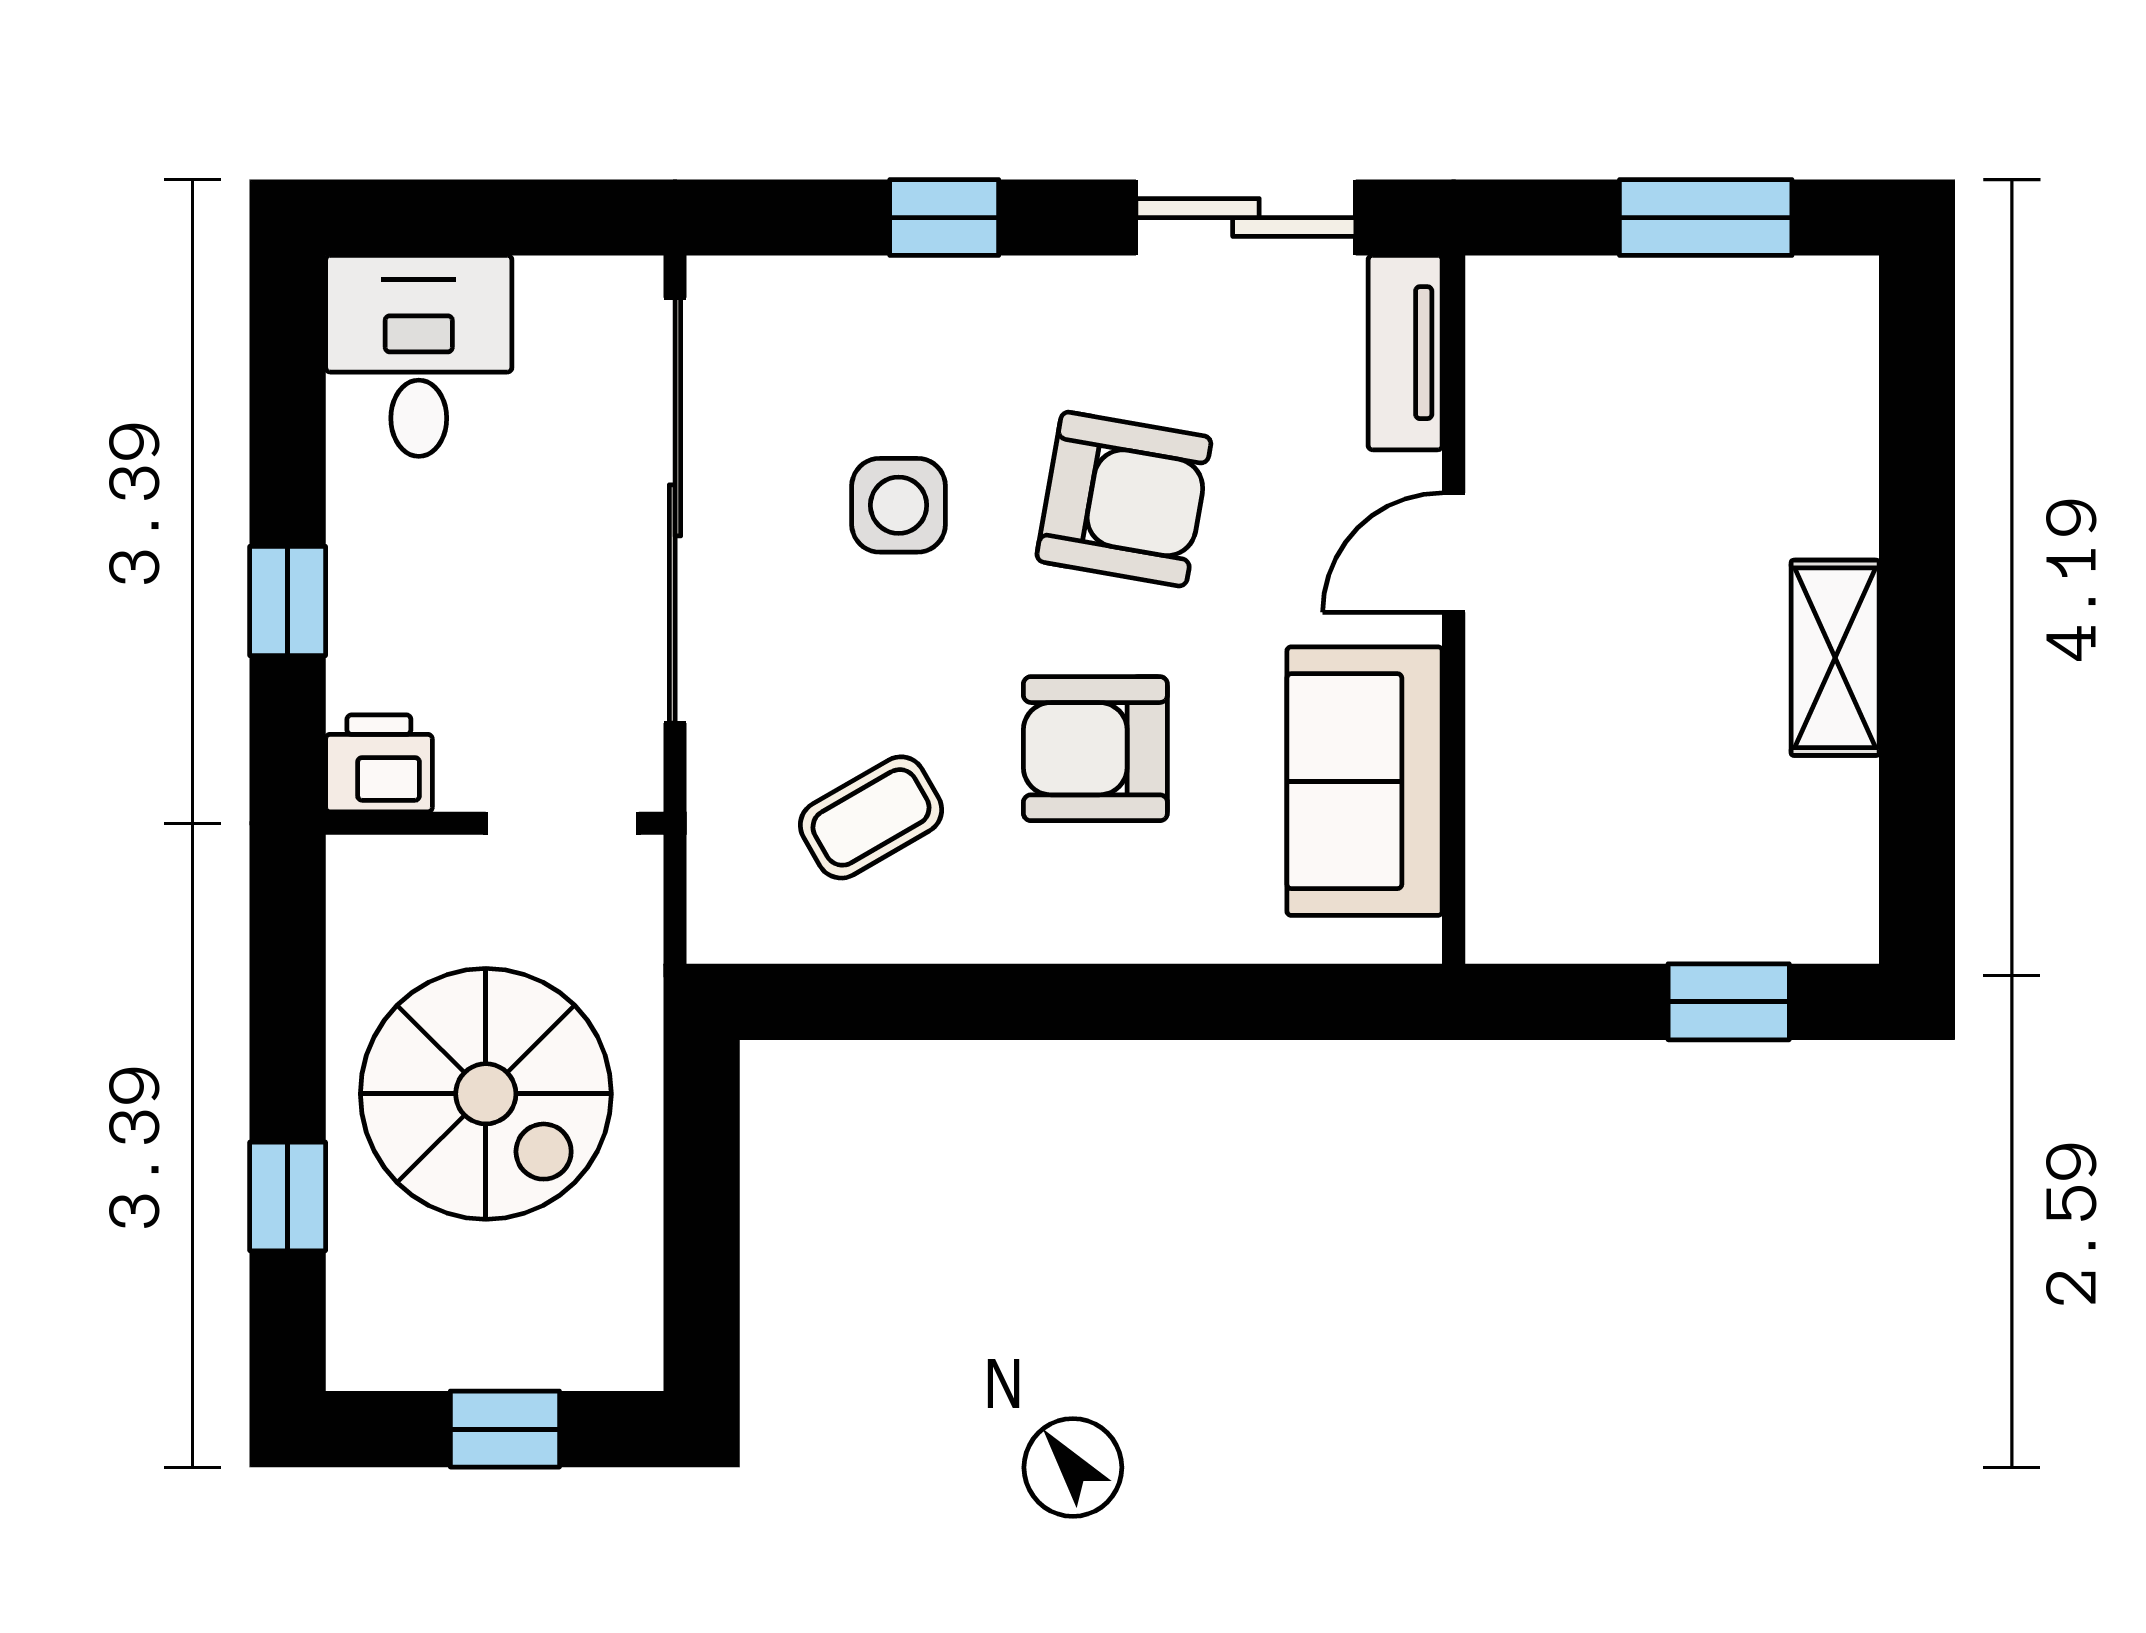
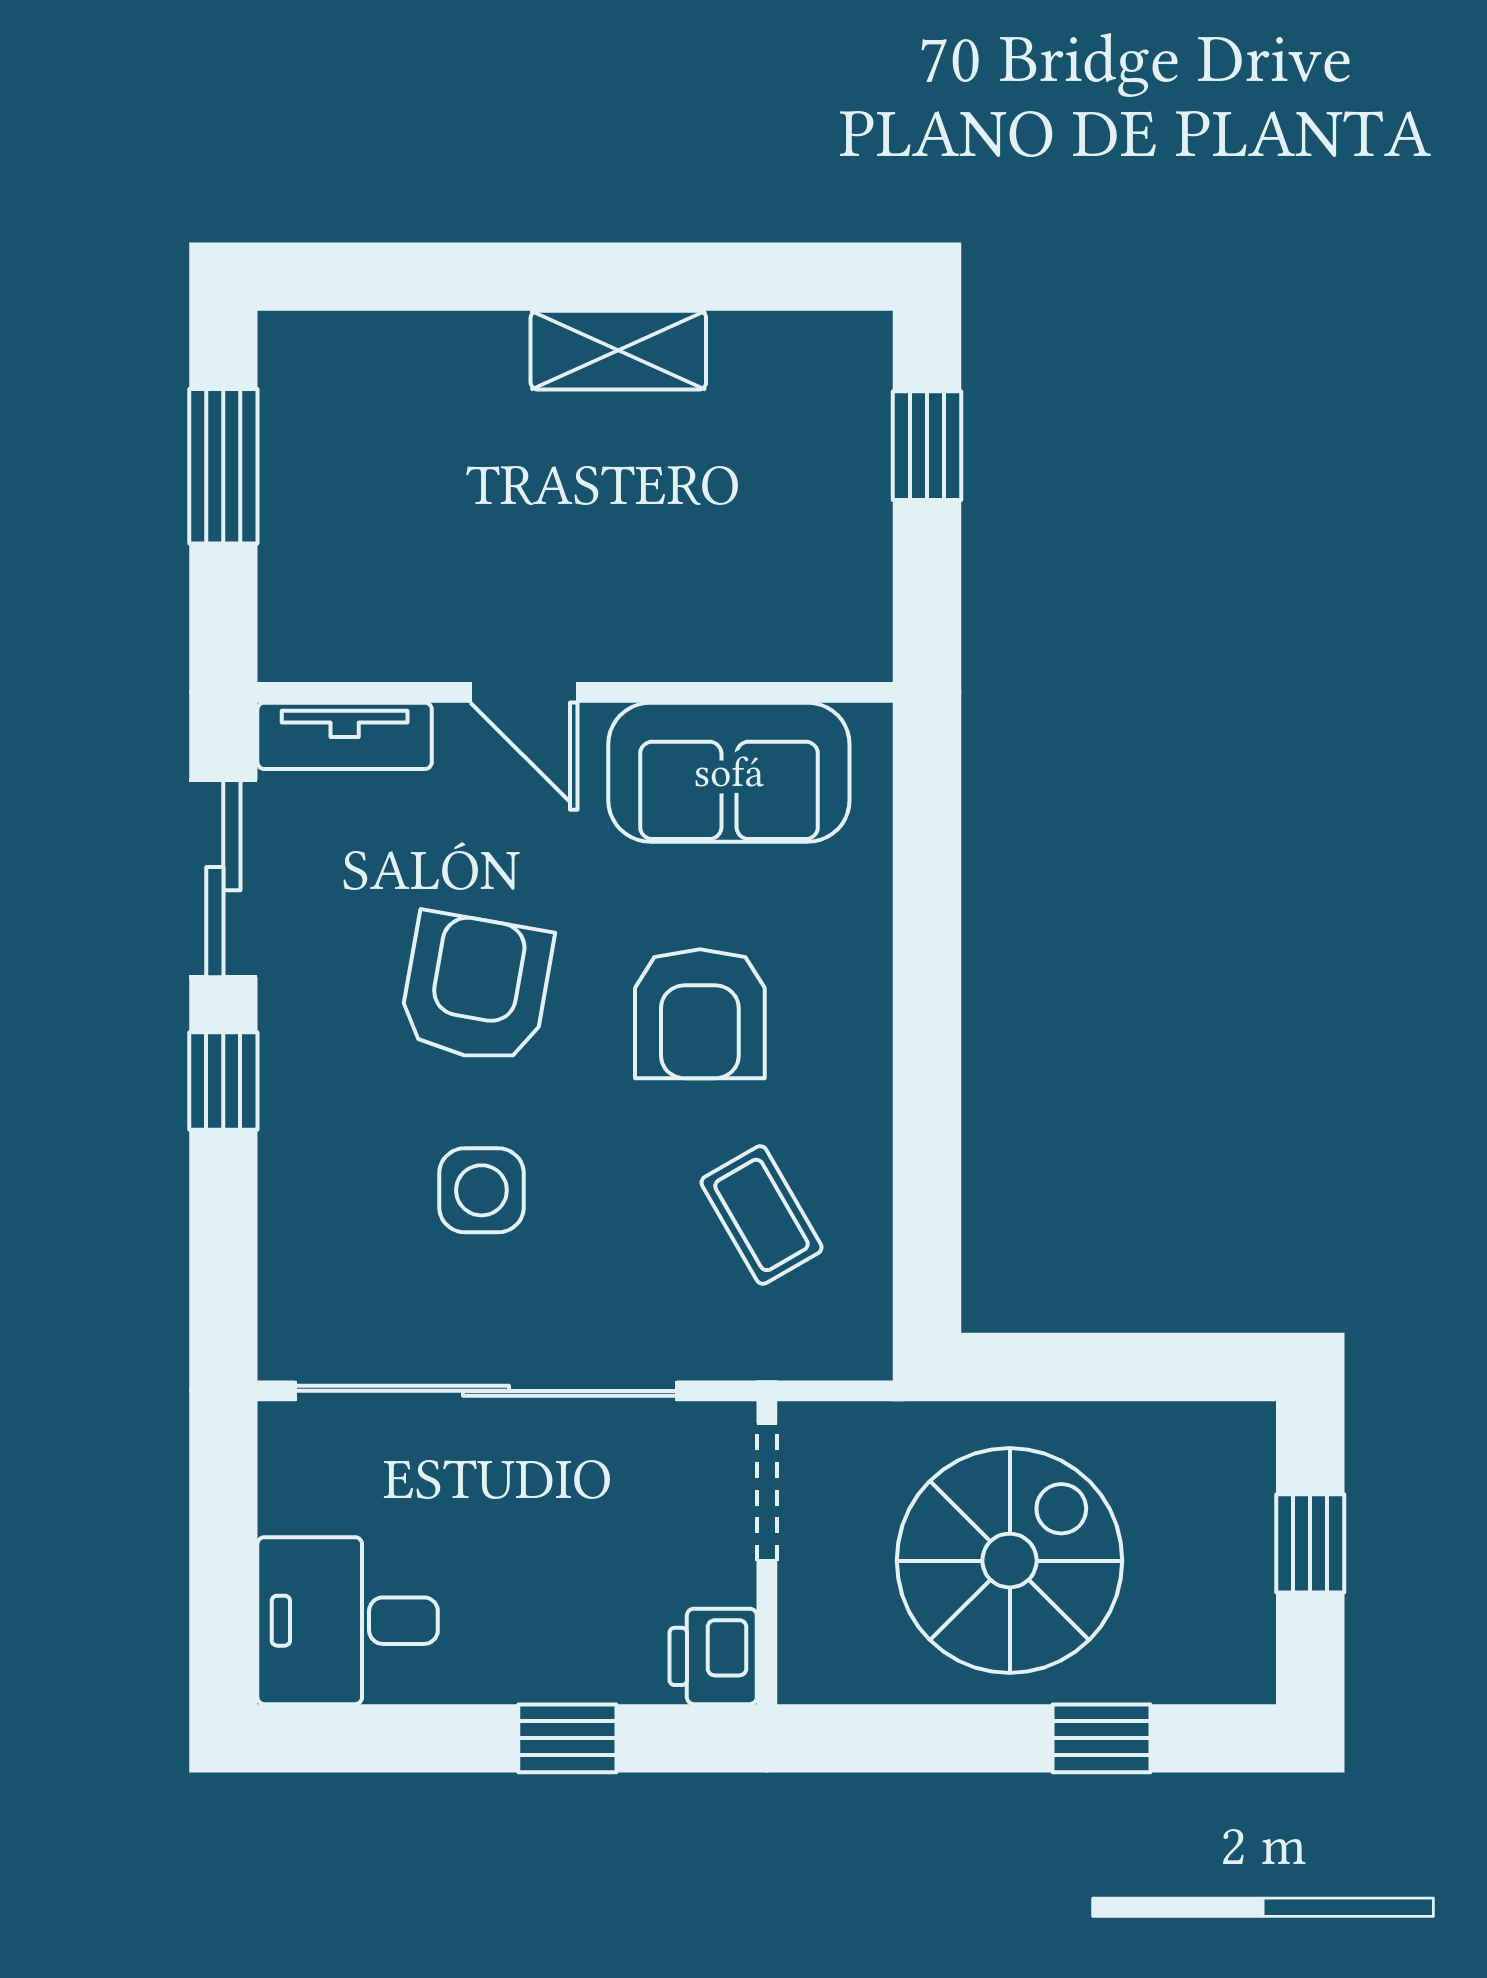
window: (944, 218) -> (223, 1081), moved

